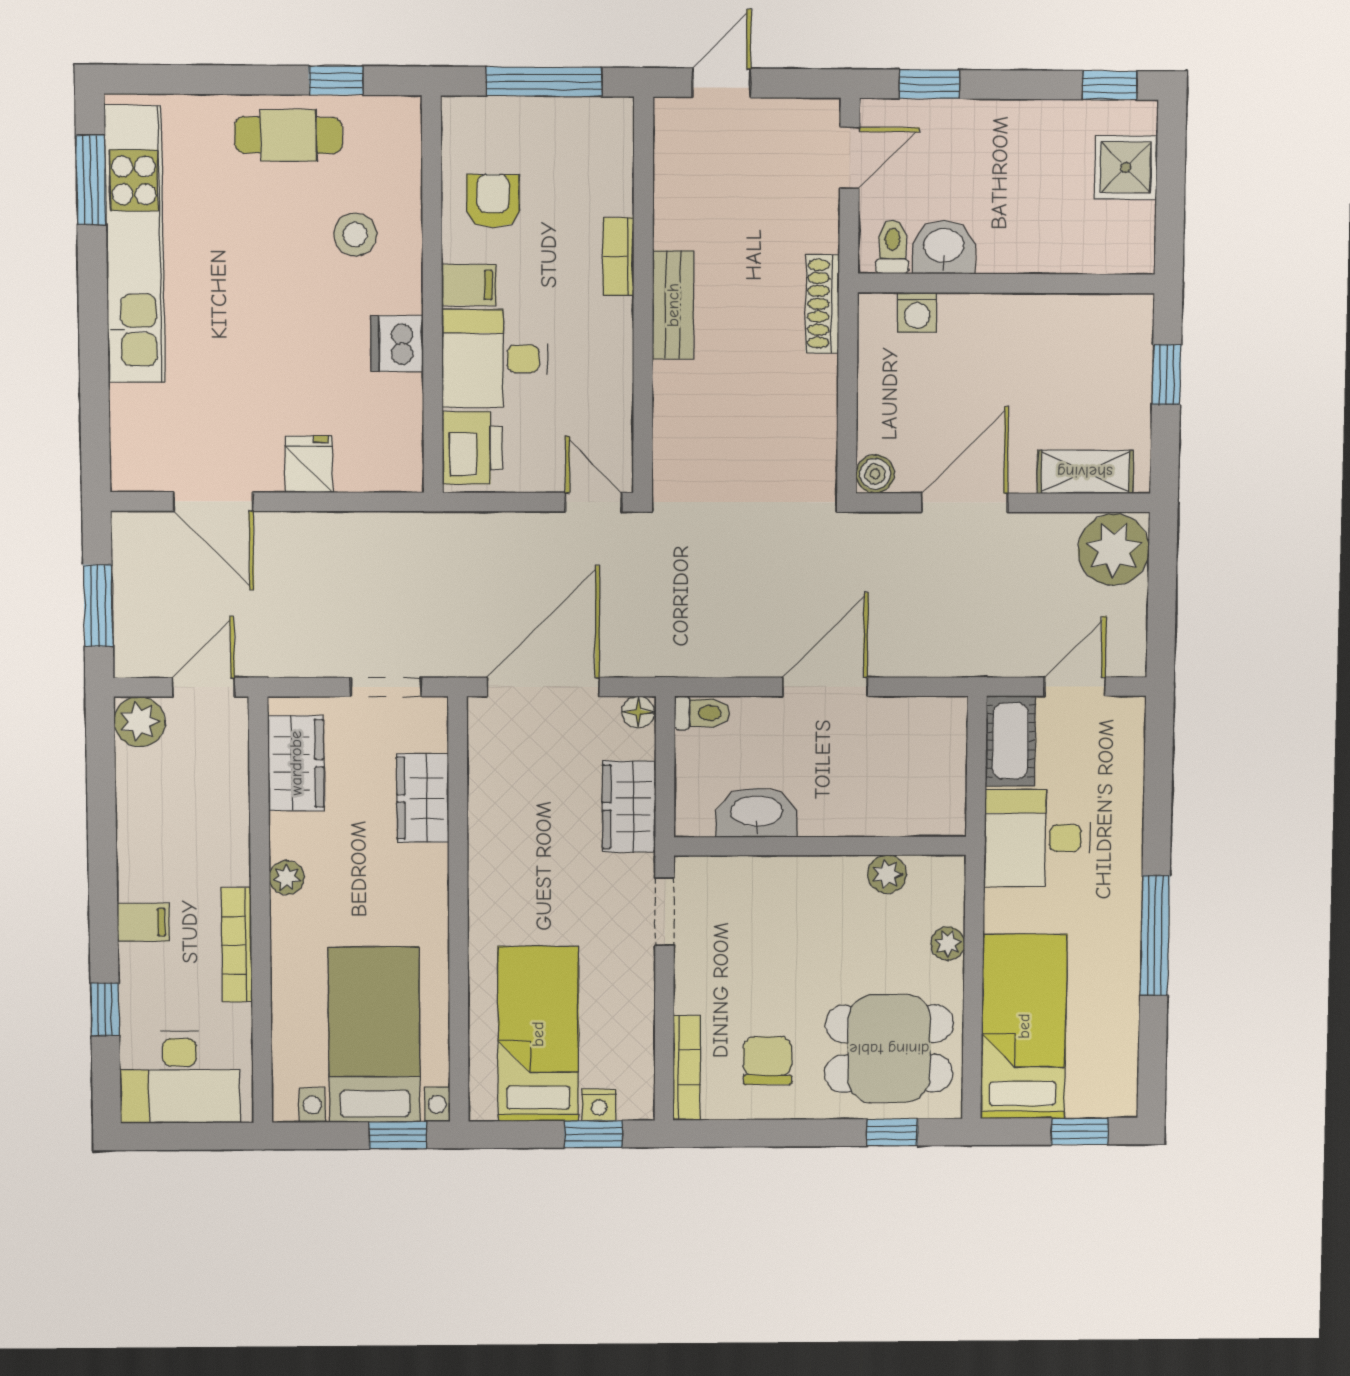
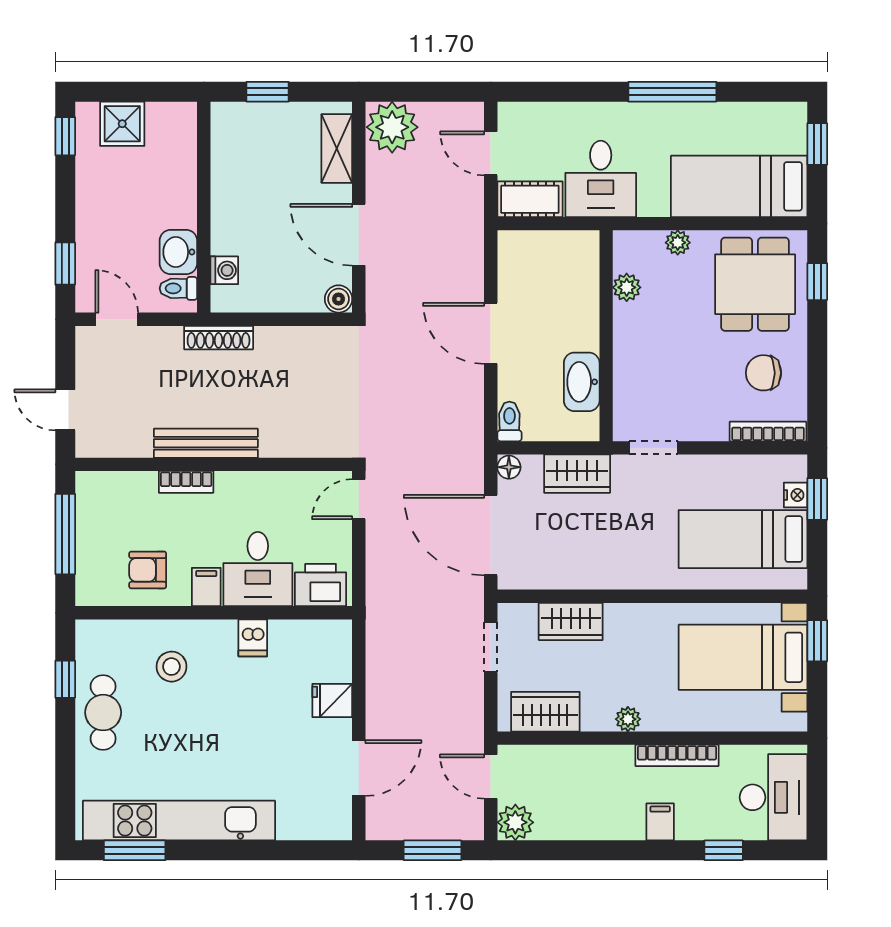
bench: (673, 305) -> (206, 443), width x1.36
dishwasher: (397, 344) -> (253, 638), width x0.73

